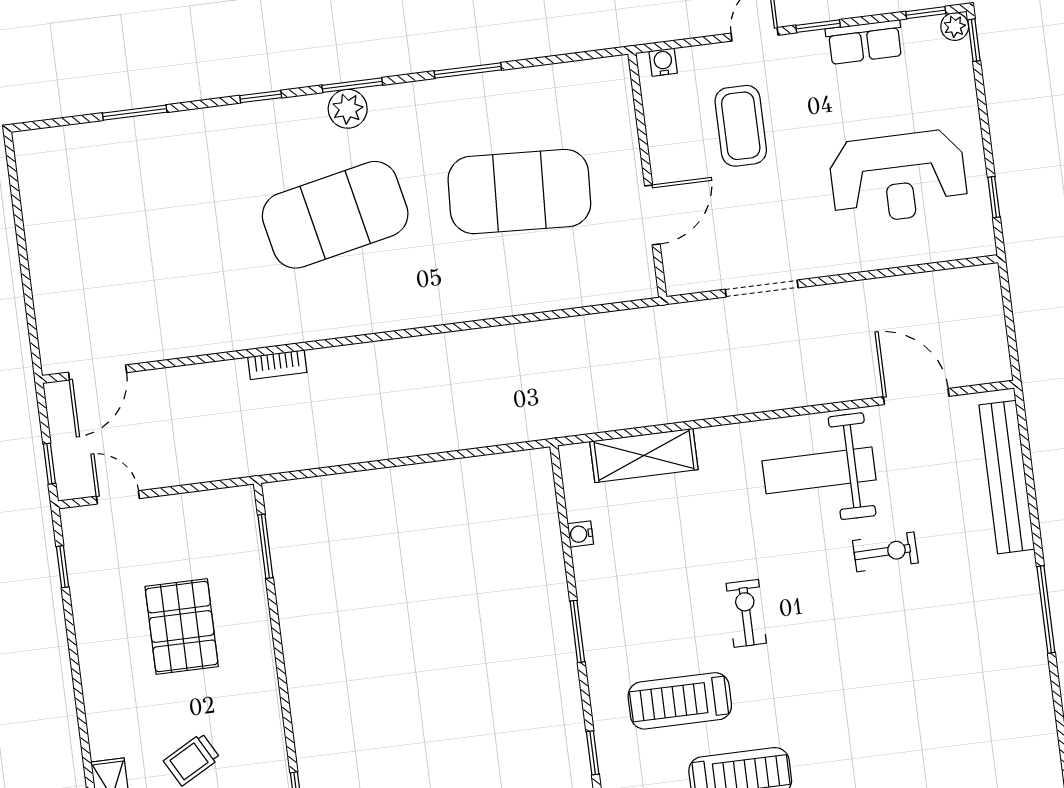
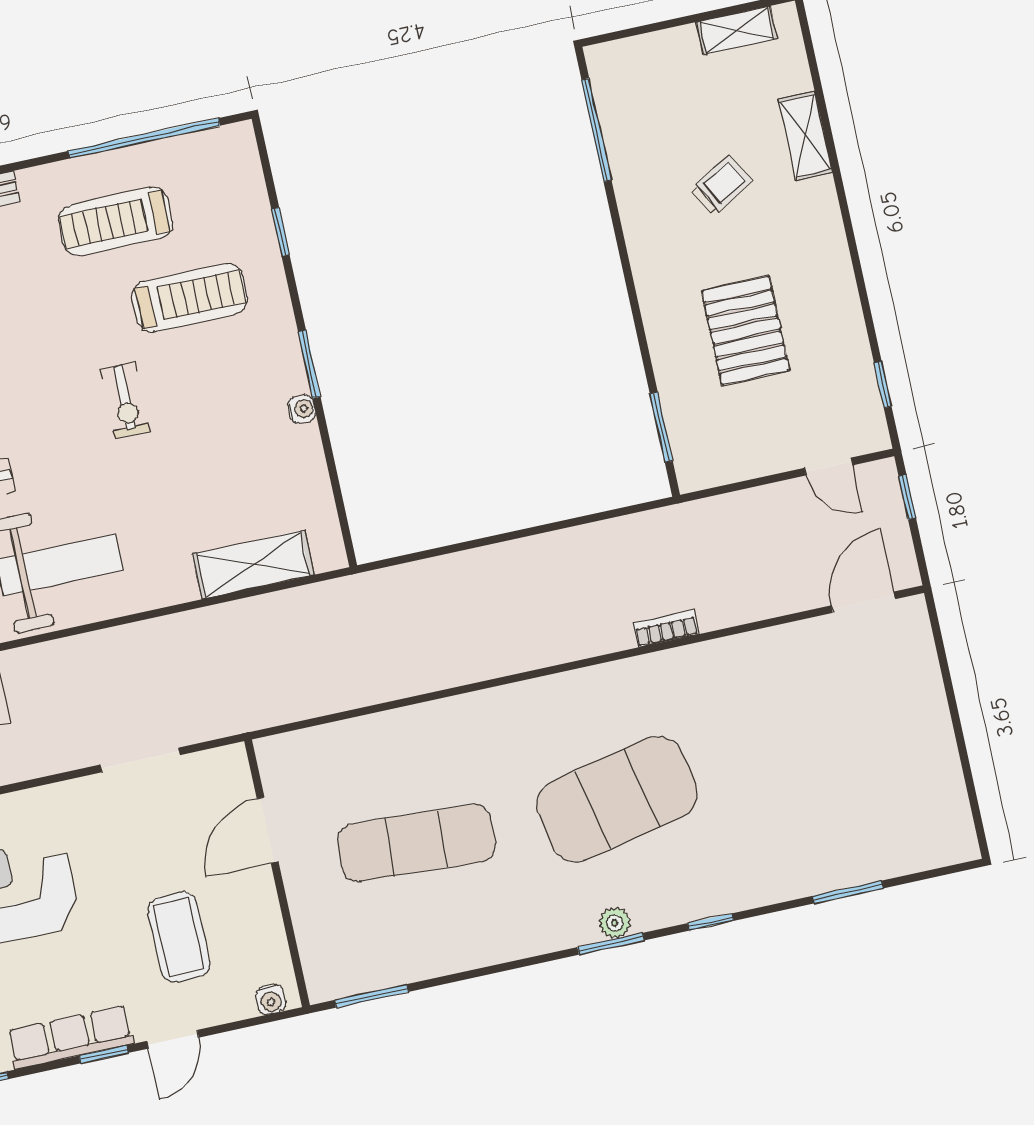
row of seats: (865, 42) -> (70, 1037), width x1.48
window: (468, 70) -> (372, 996), moved
plant: (348, 109) -> (615, 923), width x0.73, depth x0.73
exercise mat: (519, 192) -> (416, 843), width x0.68
water cooler: (580, 534) -> (302, 409), moved

